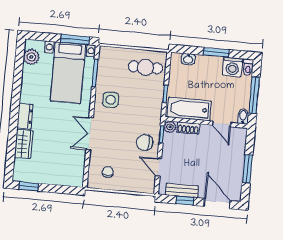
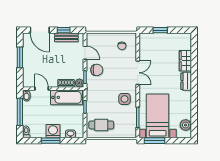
washing machine: (232, 67) -> (53, 131), moved
window: (29, 186) -> (160, 30), moved

